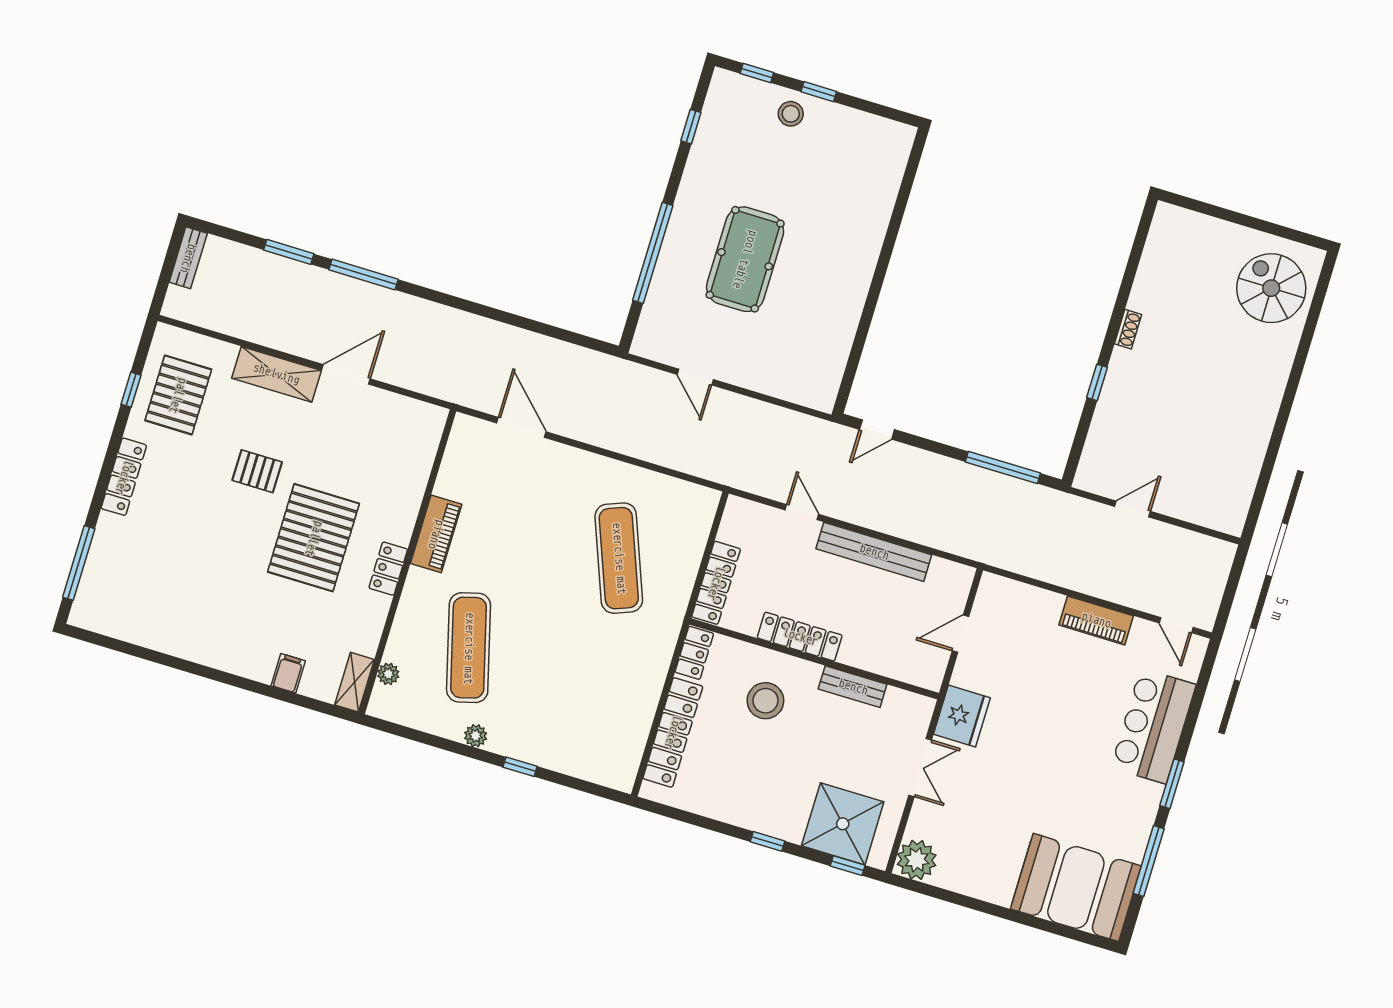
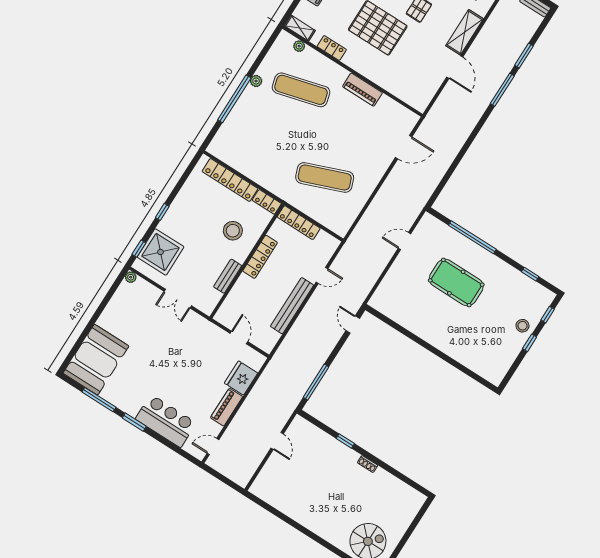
locker: (388, 569) -> (332, 48), moved
fridge: (962, 716) -> (241, 378), moved, turned 90
window: (520, 767) -> (234, 99), width x3.17
plant: (917, 860) -> (131, 277), width x0.53, depth x0.53

